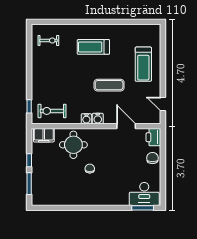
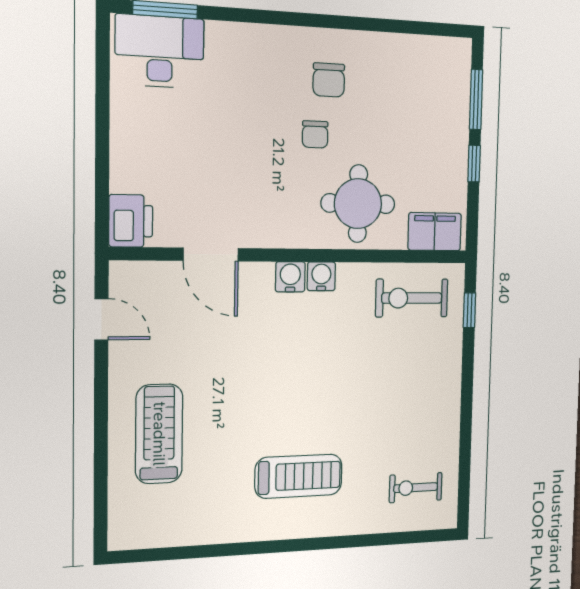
exercise mat: (109, 85) -> (257, 372), removed
exercise bike: (52, 111) -> (412, 298), turned 180
chair: (152, 158) -> (329, 80), moved

